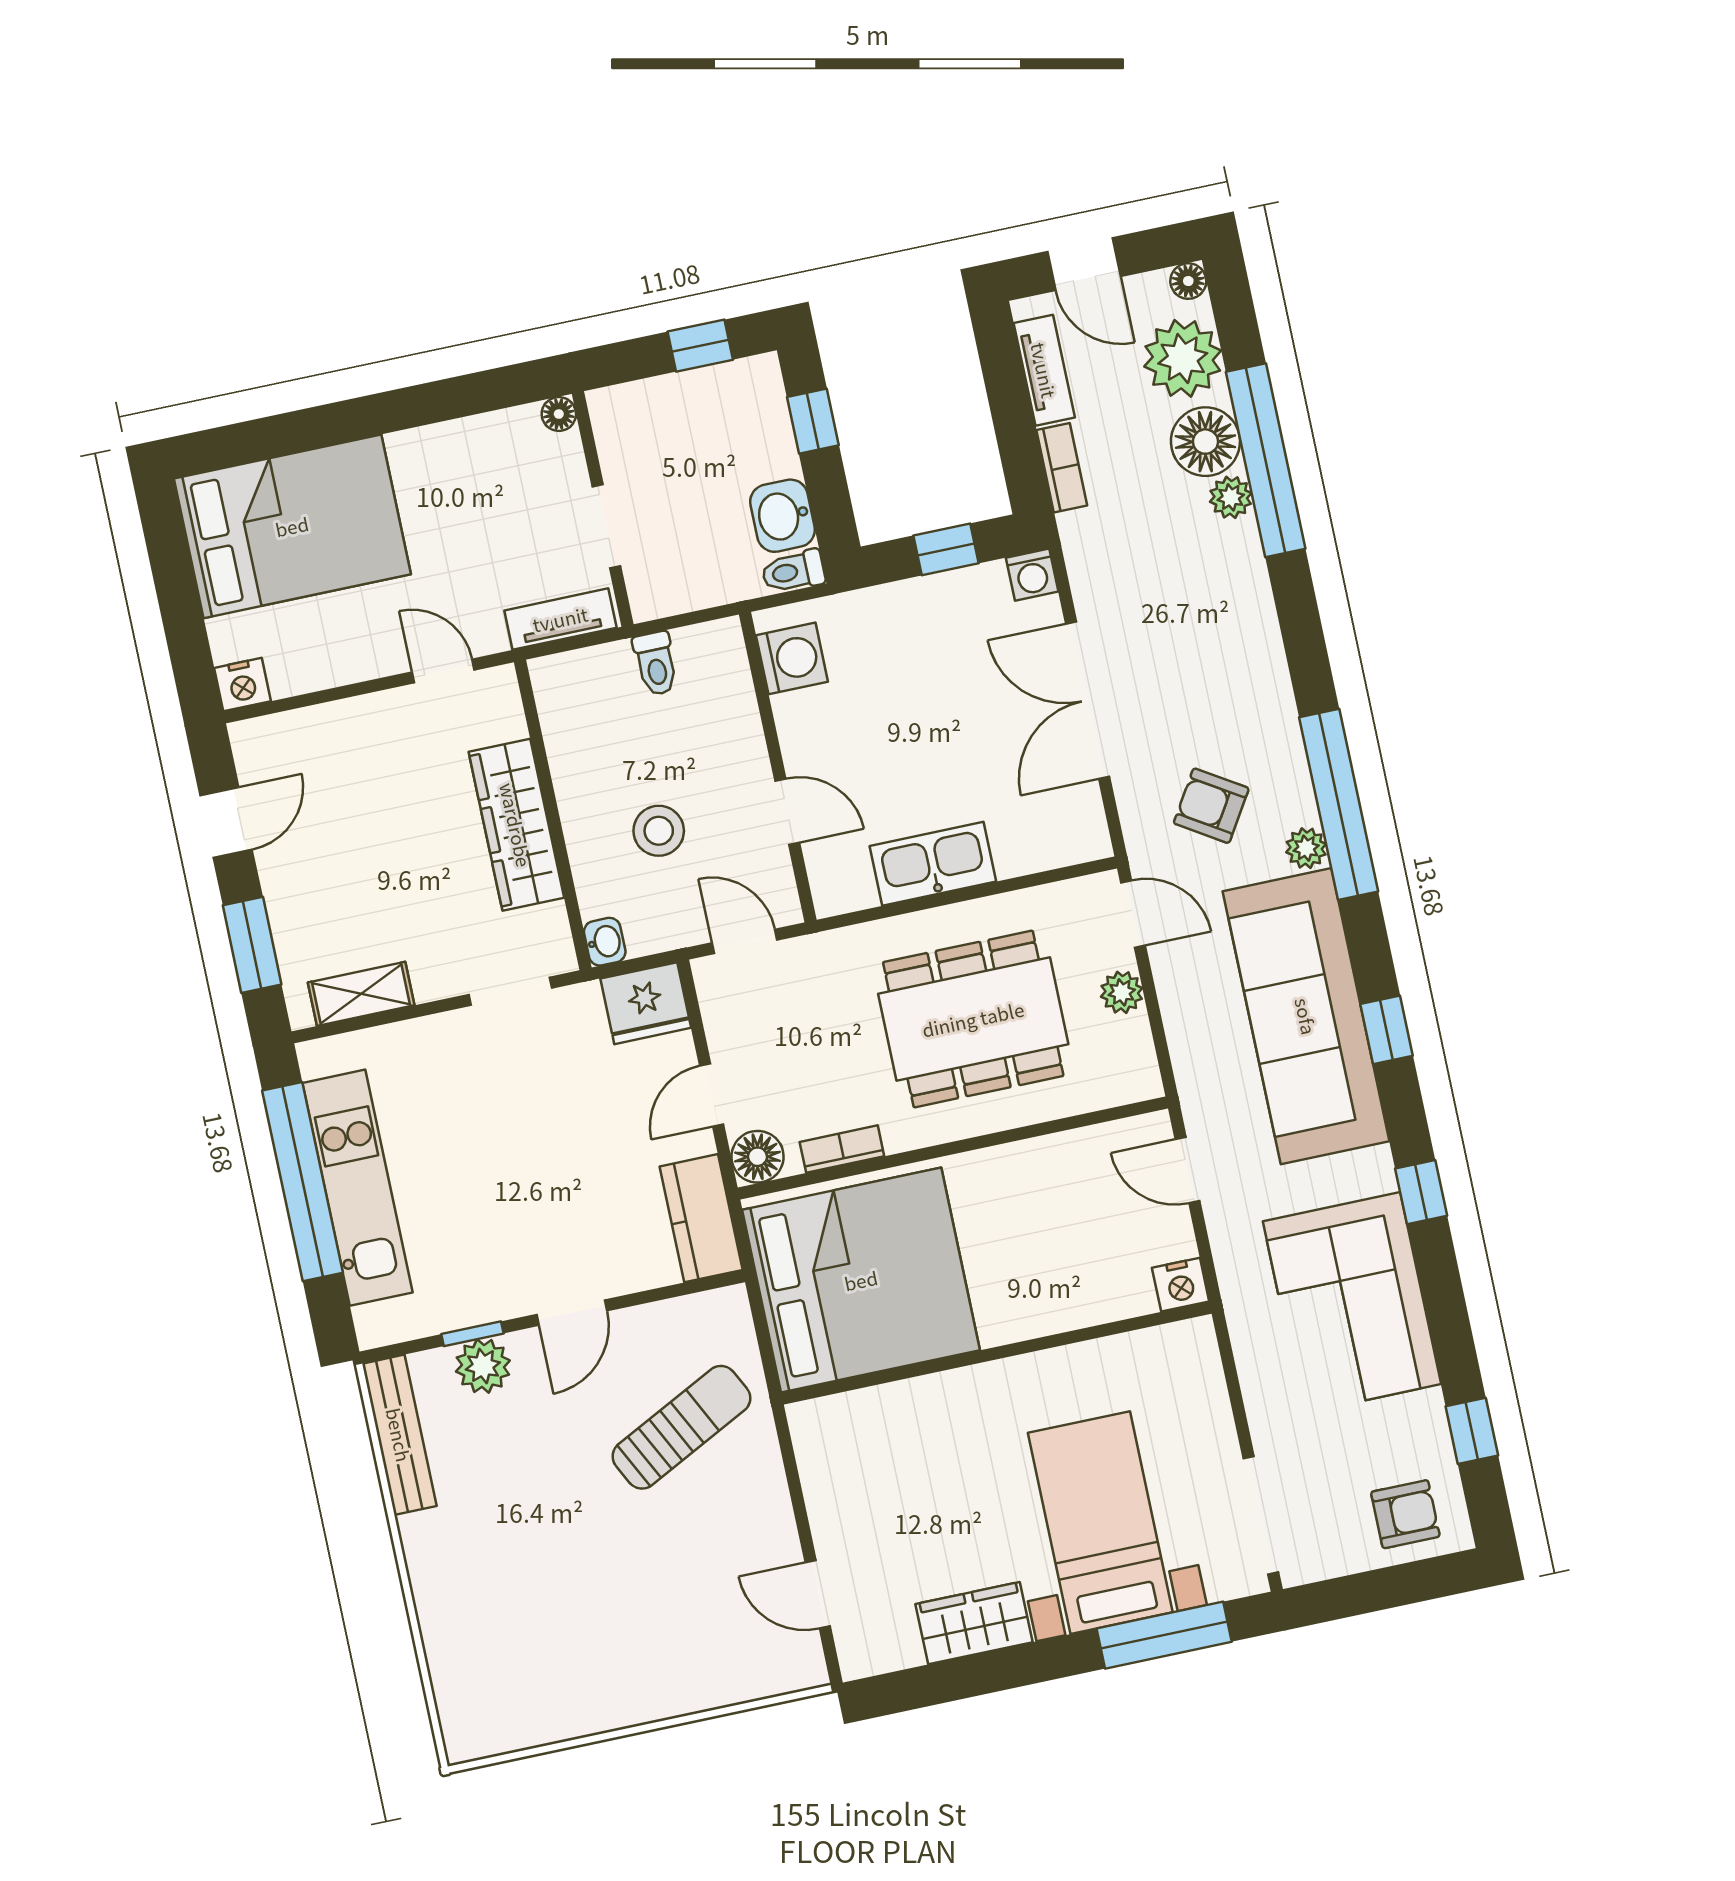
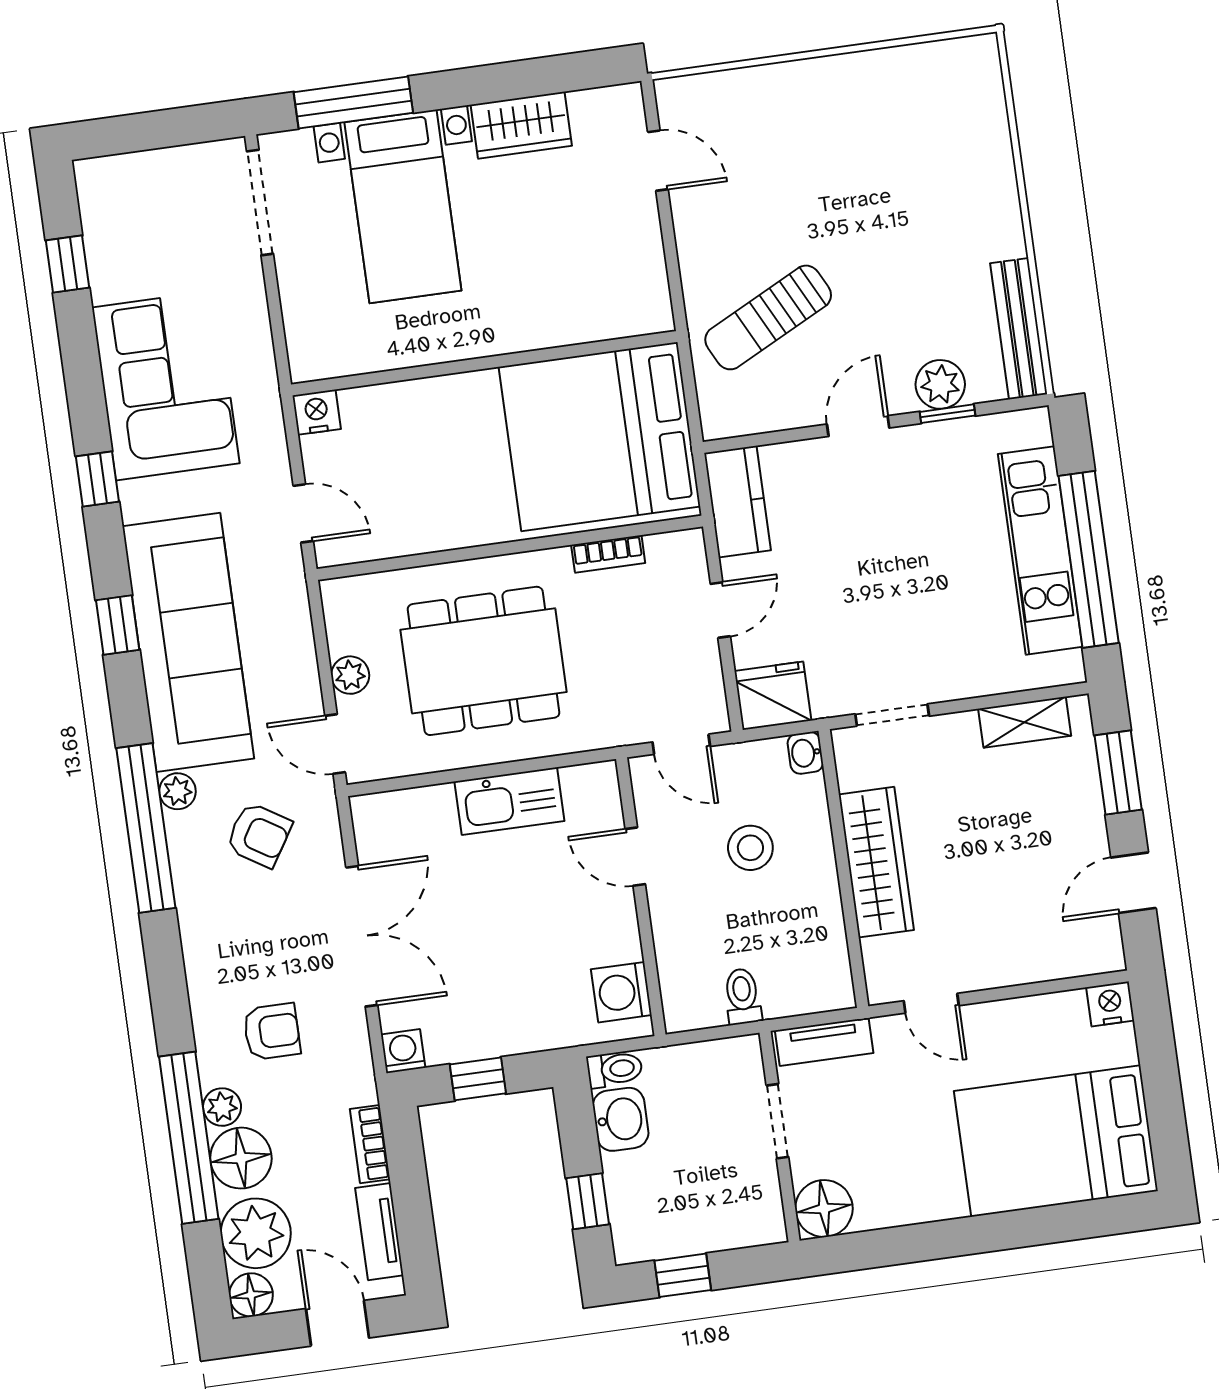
floor lamp: (1188, 281) -> (251, 1295), width x1.37, depth x1.37
floor lamp: (559, 414) -> (824, 1209), width x1.89, depth x1.89
floor lamp: (758, 1157) -> (684, 553), removed
armchair: (1405, 1514) -> (272, 1031), moved, turned 180

